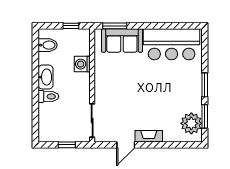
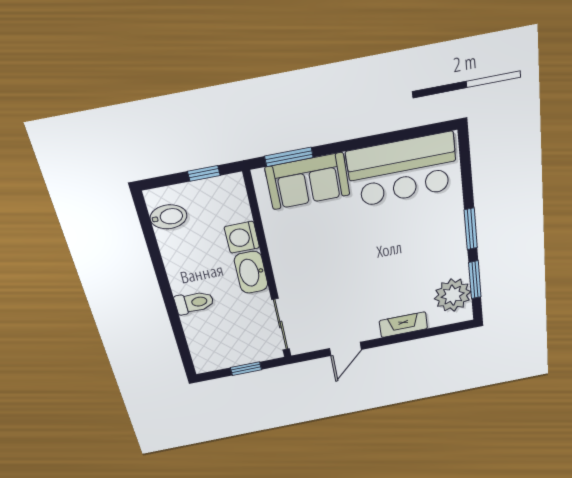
washbasin: (46, 77) -> (251, 272), moved, turned 180
fireplace: (149, 136) -> (403, 325), moved

